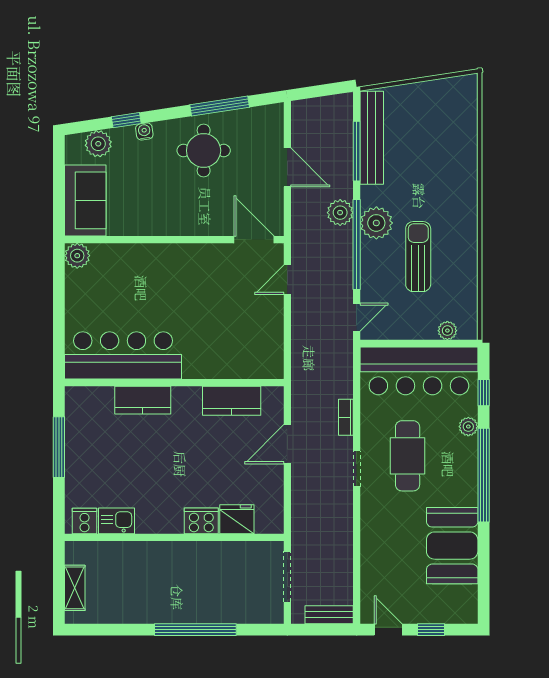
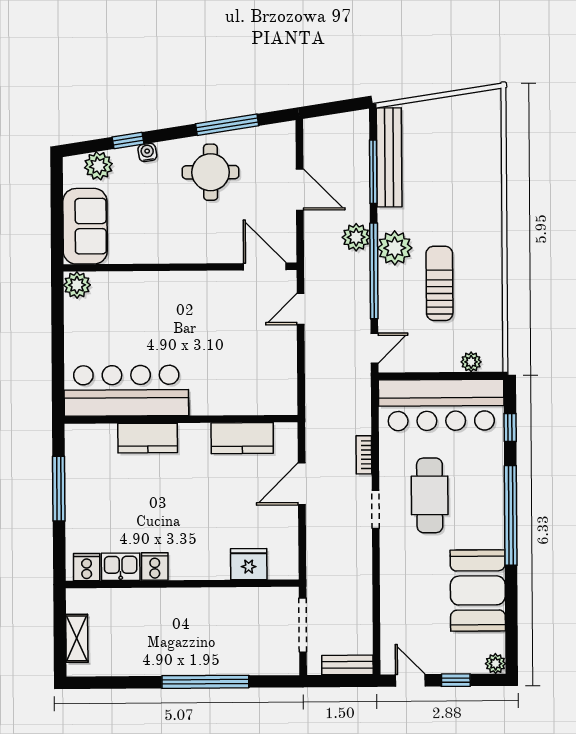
plant: (468, 427) -> (495, 664), moved
cooker: (201, 521) -> (155, 566), moved, width x0.73

